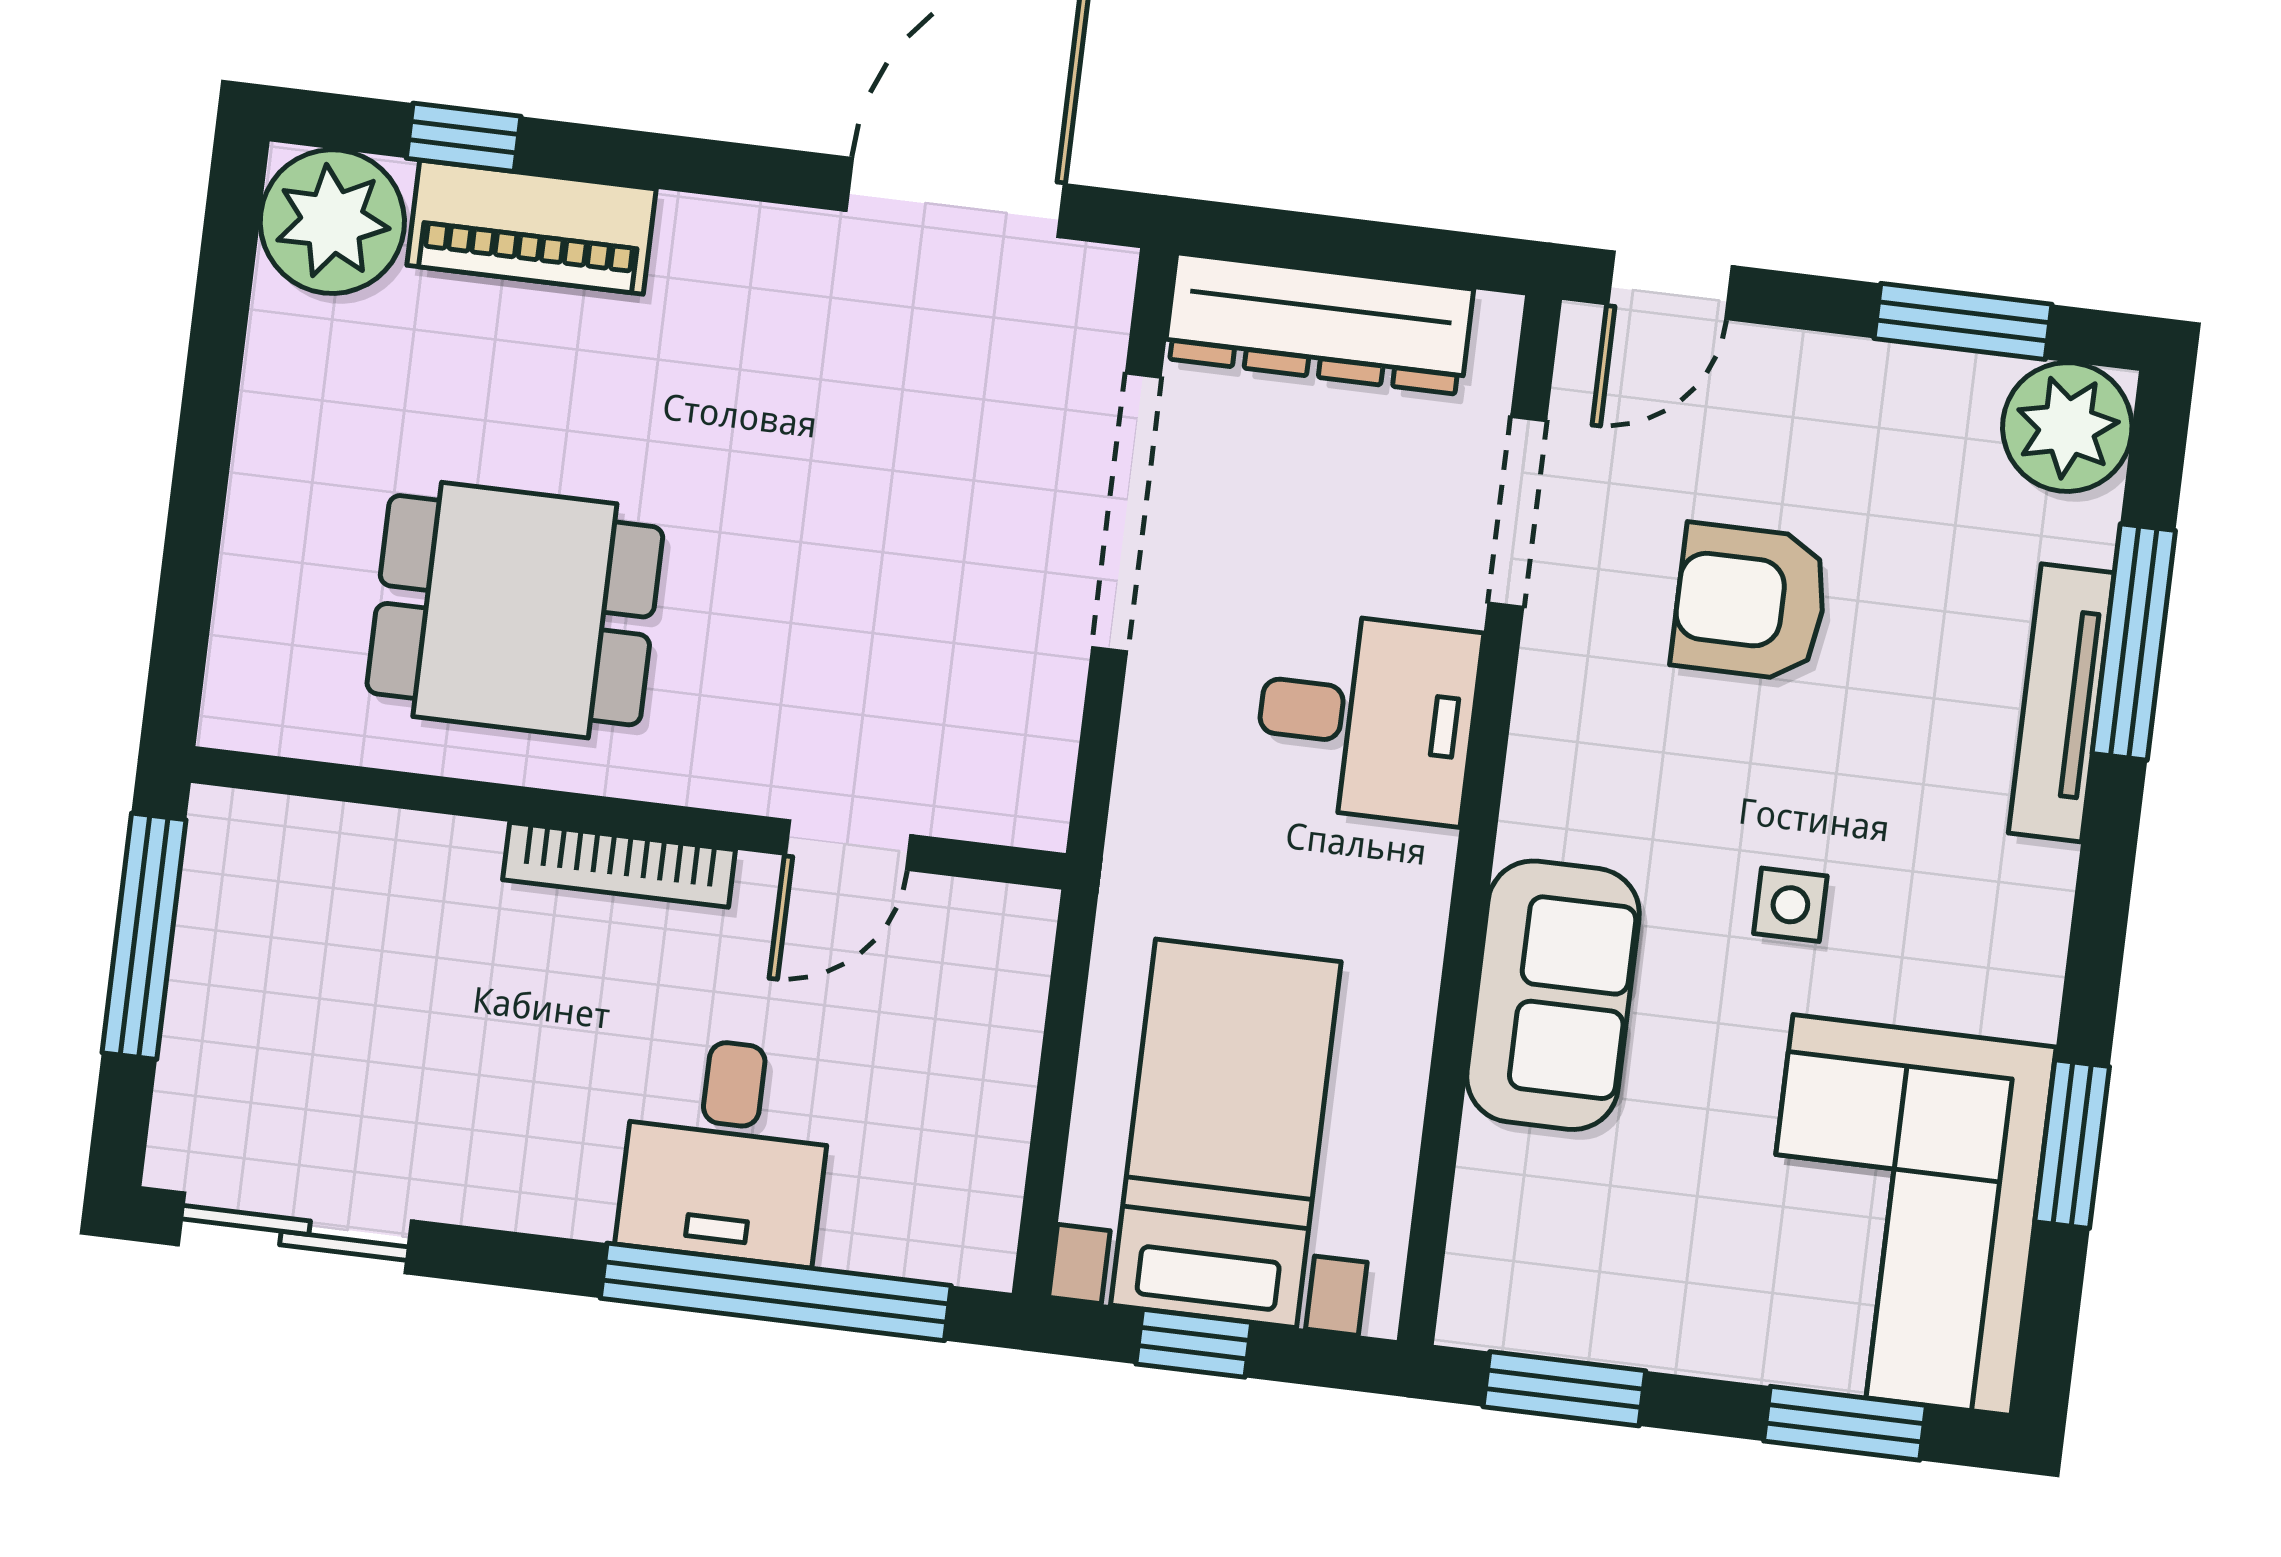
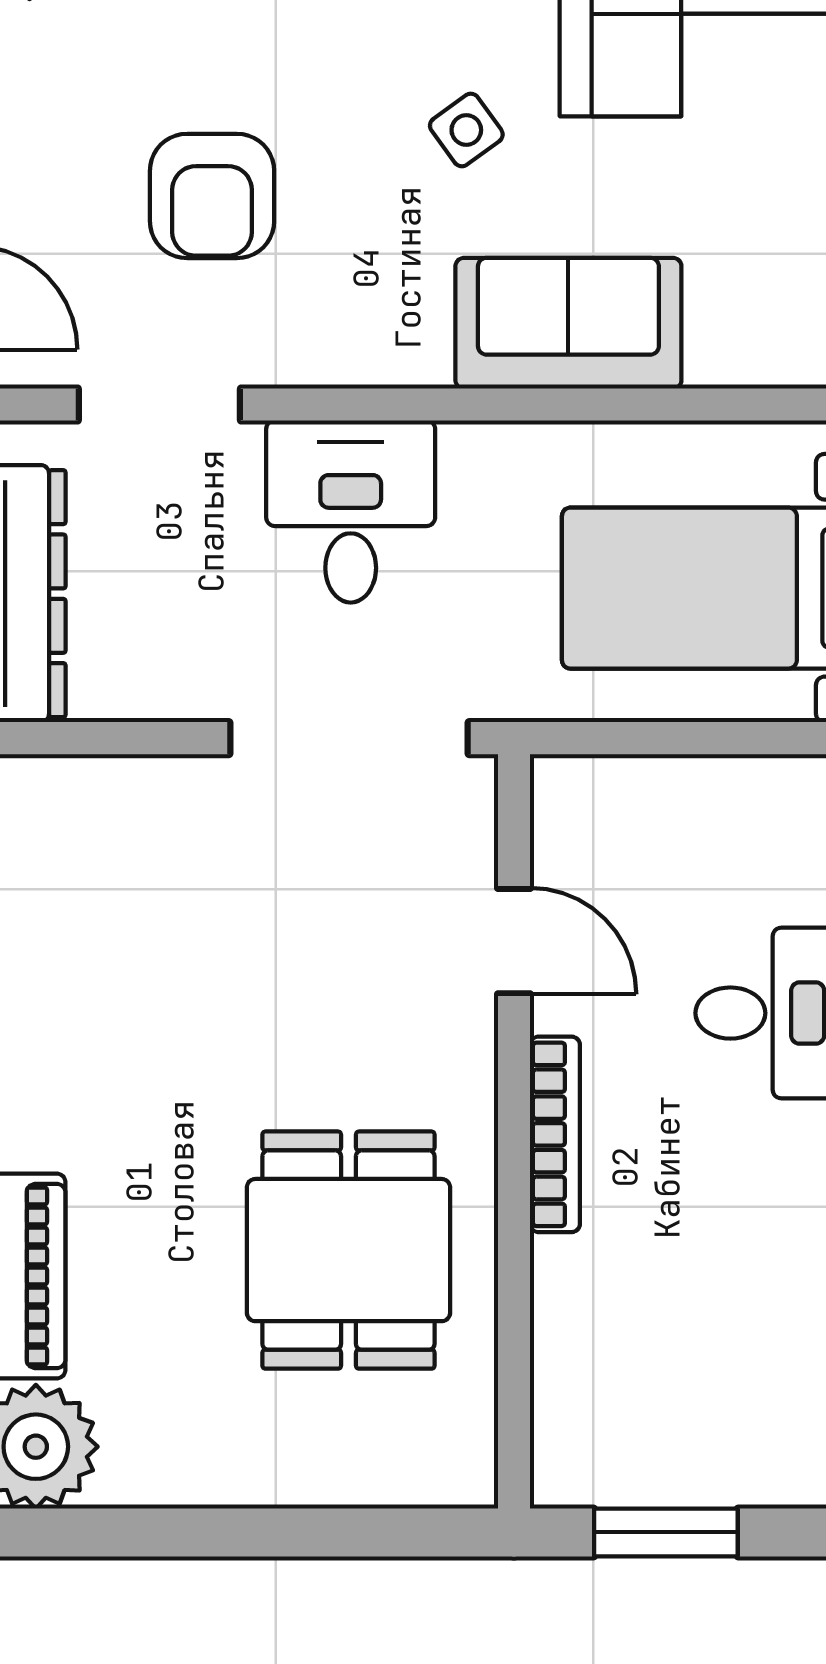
doorway: (1126, 512) -> (349, 738), moved
side table: (1790, 905) -> (466, 130), turned -36
window: (144, 936) -> (666, 1532), width x0.69

